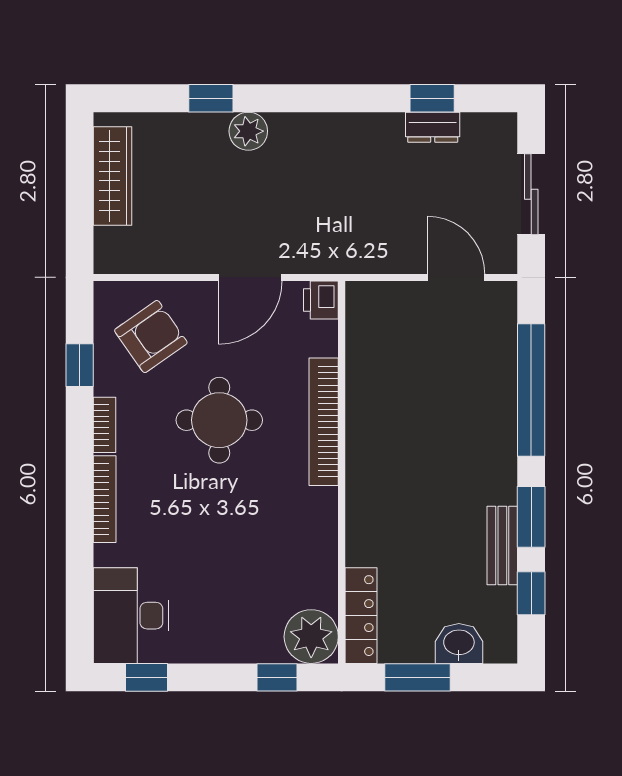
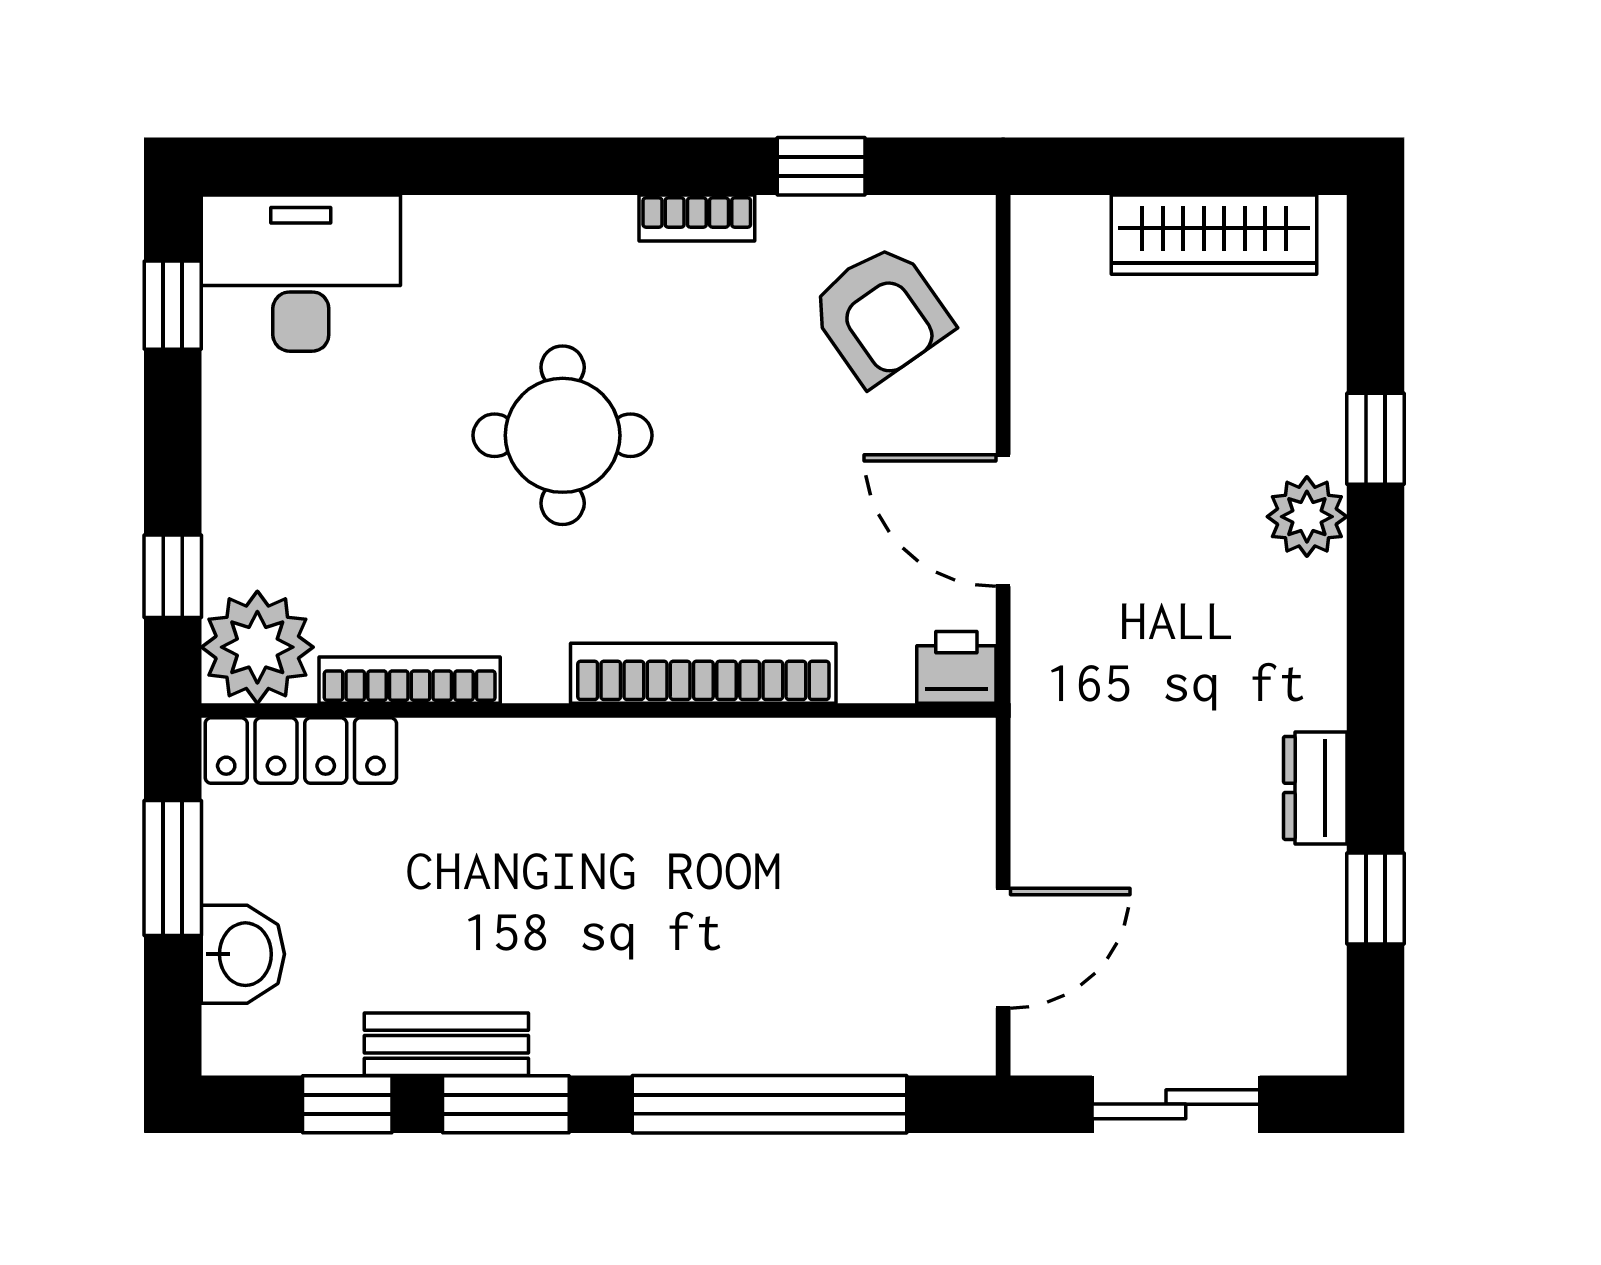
dresser: (433, 127) -> (1315, 788), moved
round table: (219, 420) -> (563, 435), moved
bookcase: (105, 499) -> (410, 680), moved, turned 180

